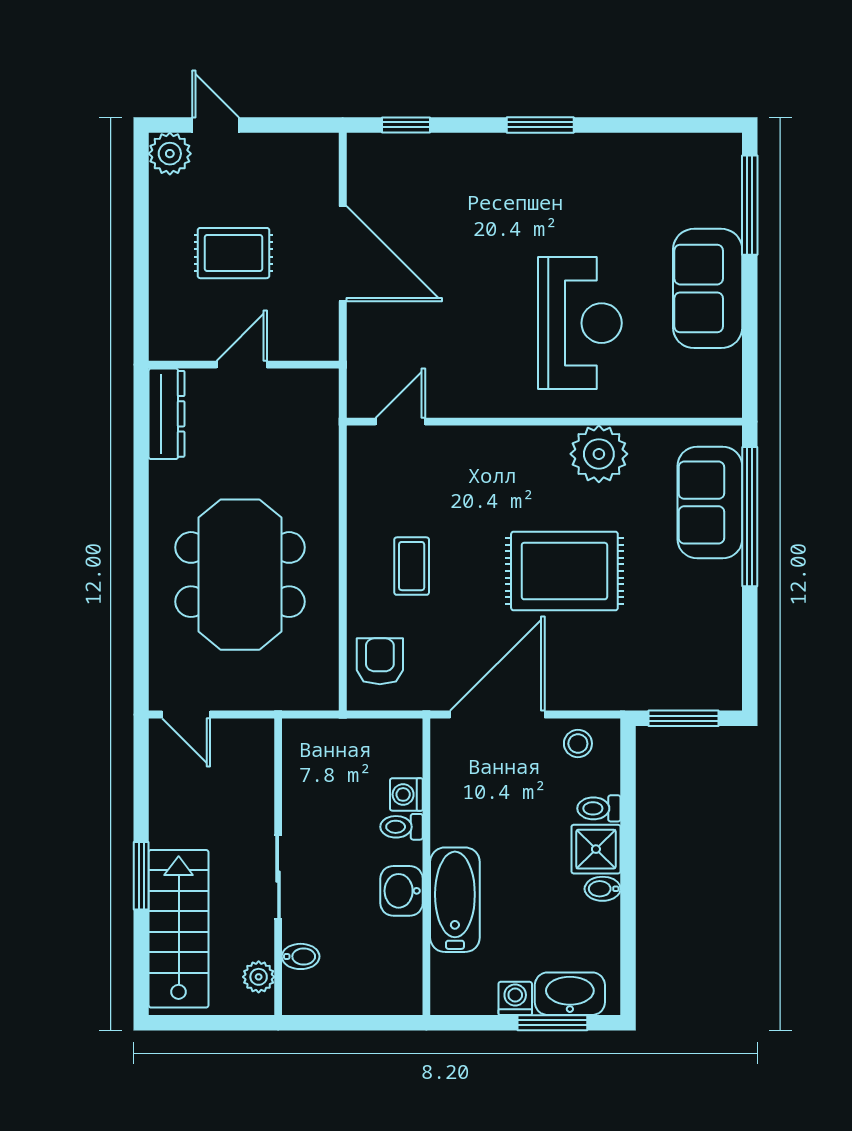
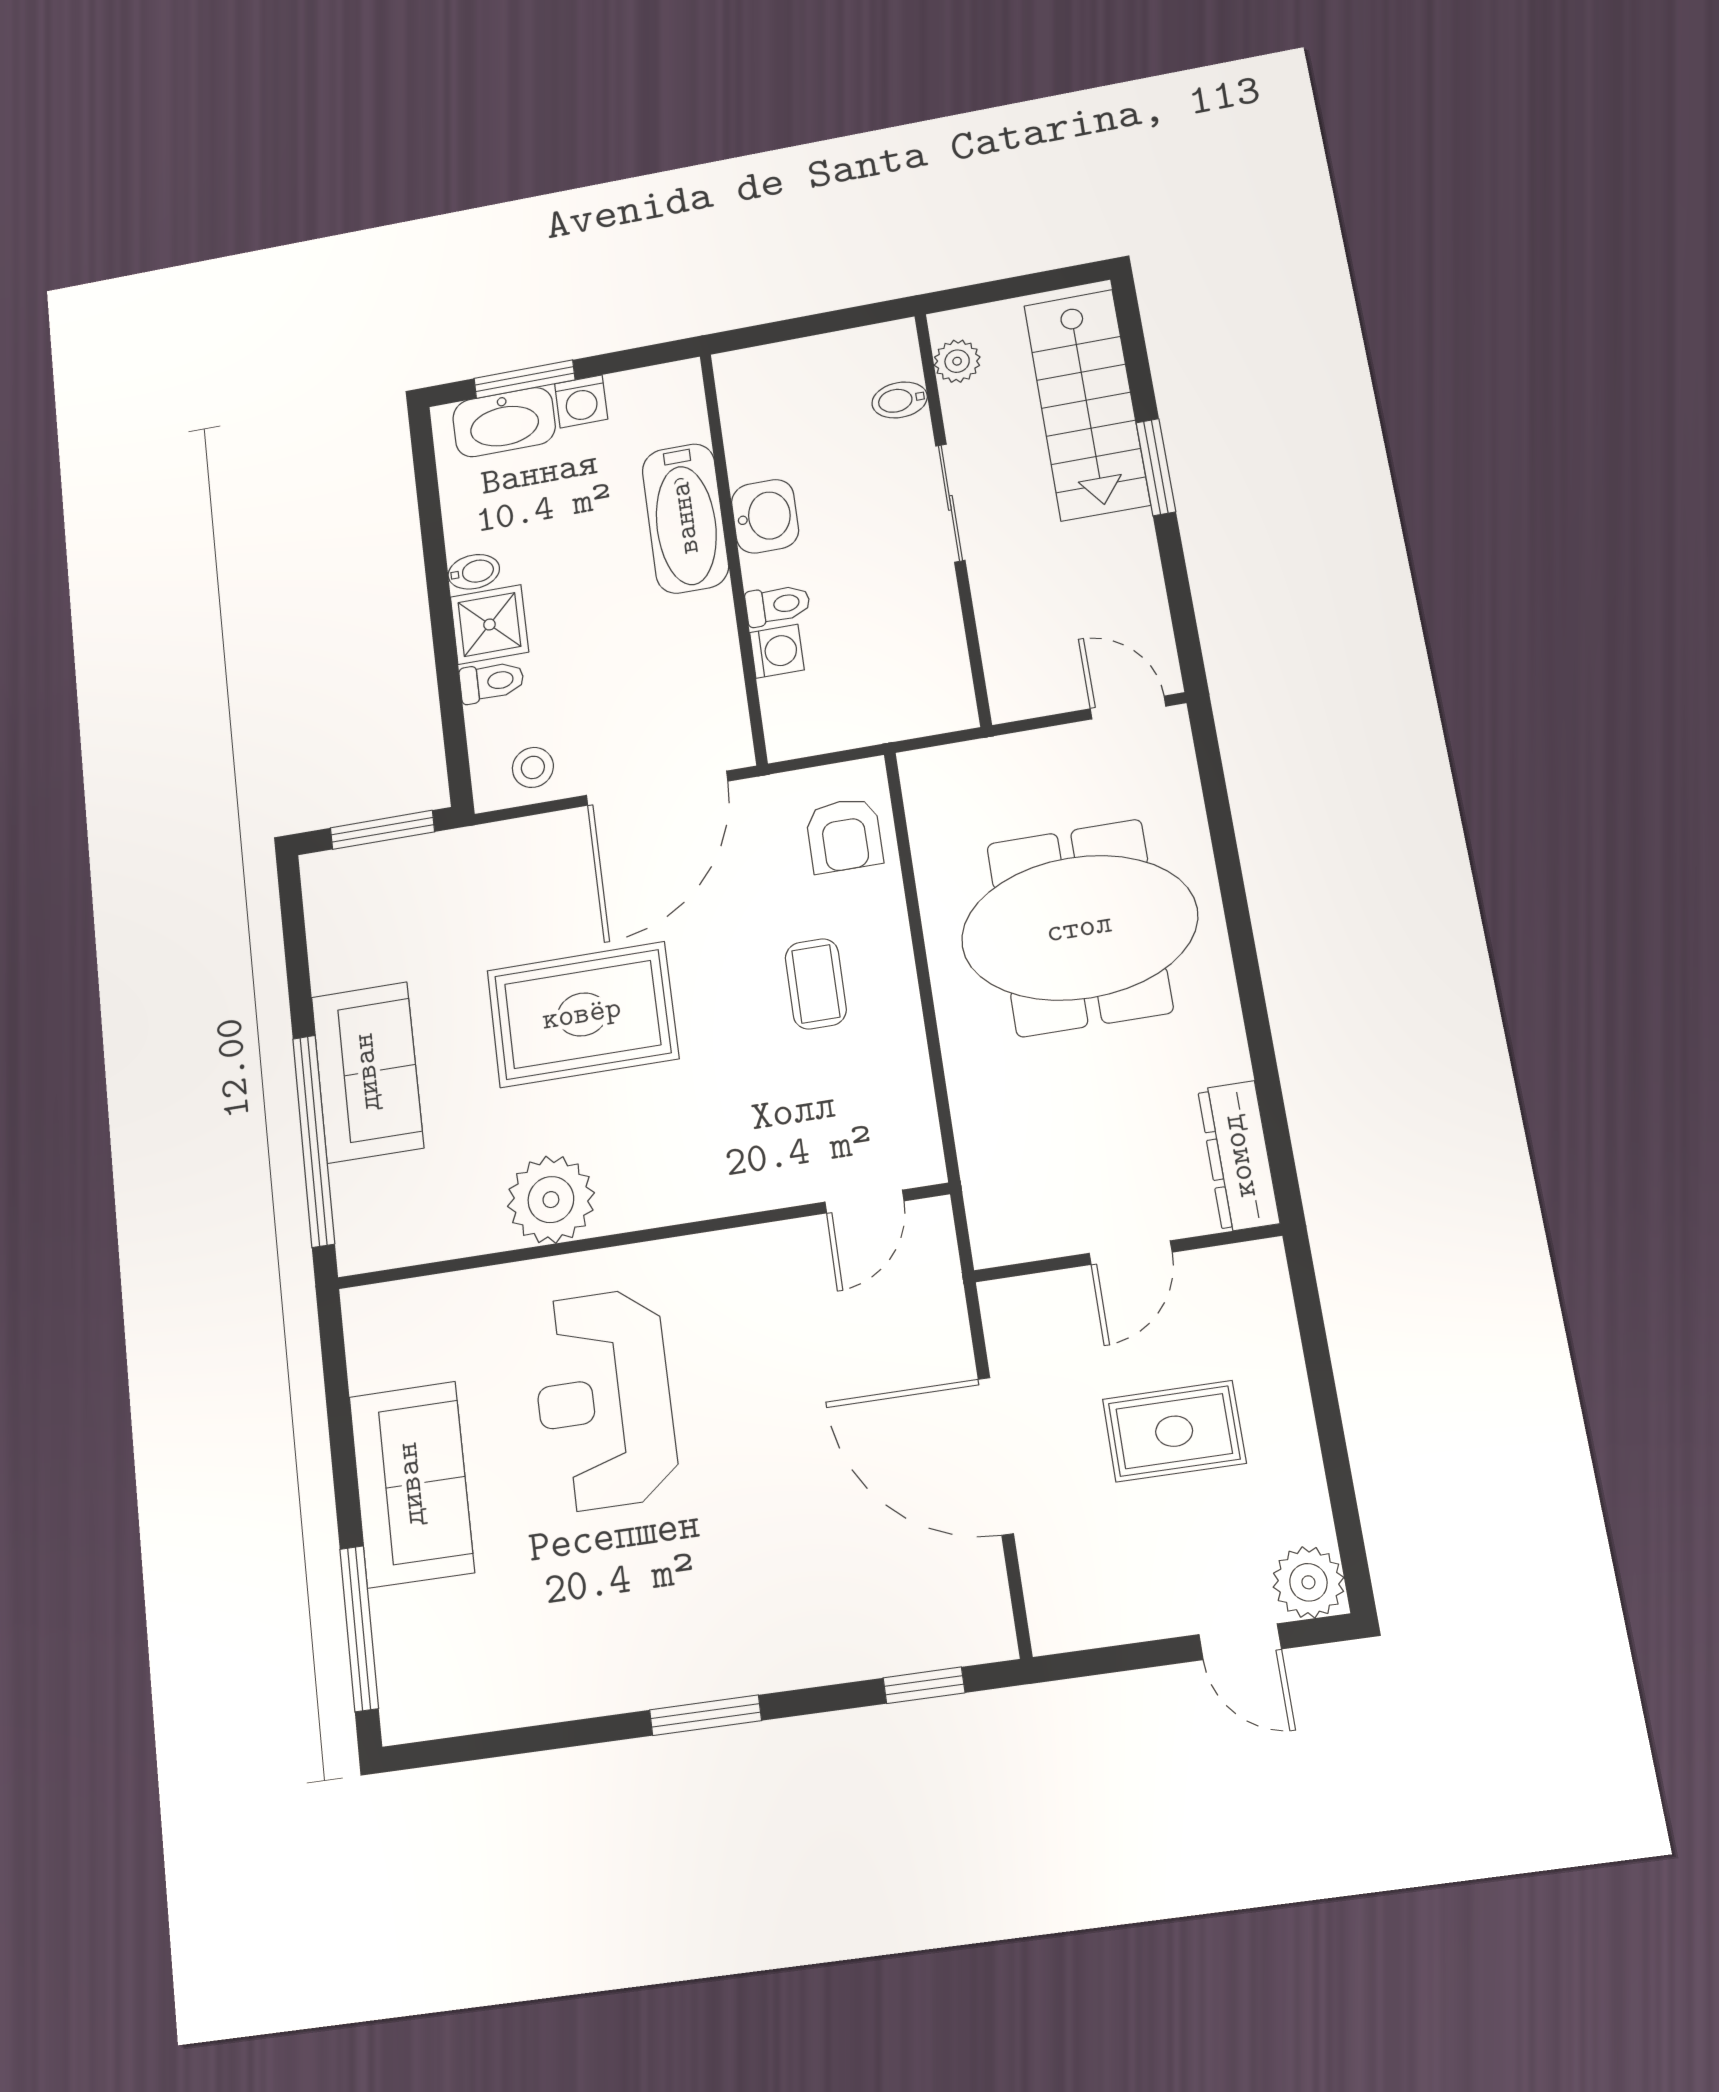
sofa: (710, 503) -> (367, 1072), moved
meeting table: (240, 575) -> (1079, 928), turned 90

